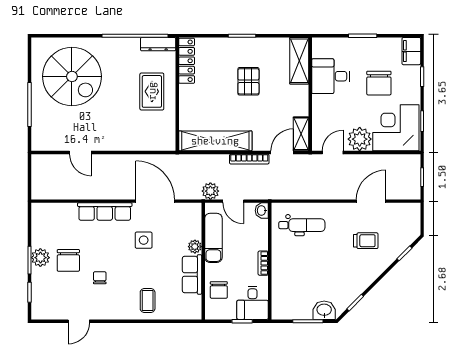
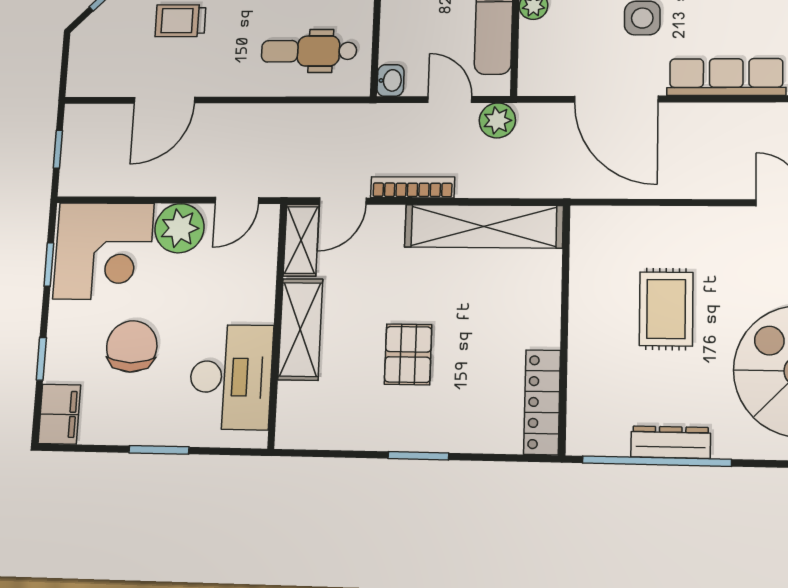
dresser: (158, 44) -> (671, 442), moved
shelving: (299, 61) -> (300, 329), moved
desk: (331, 76) -> (231, 377), width x1.37
rug: (152, 91) -> (666, 309), moved

